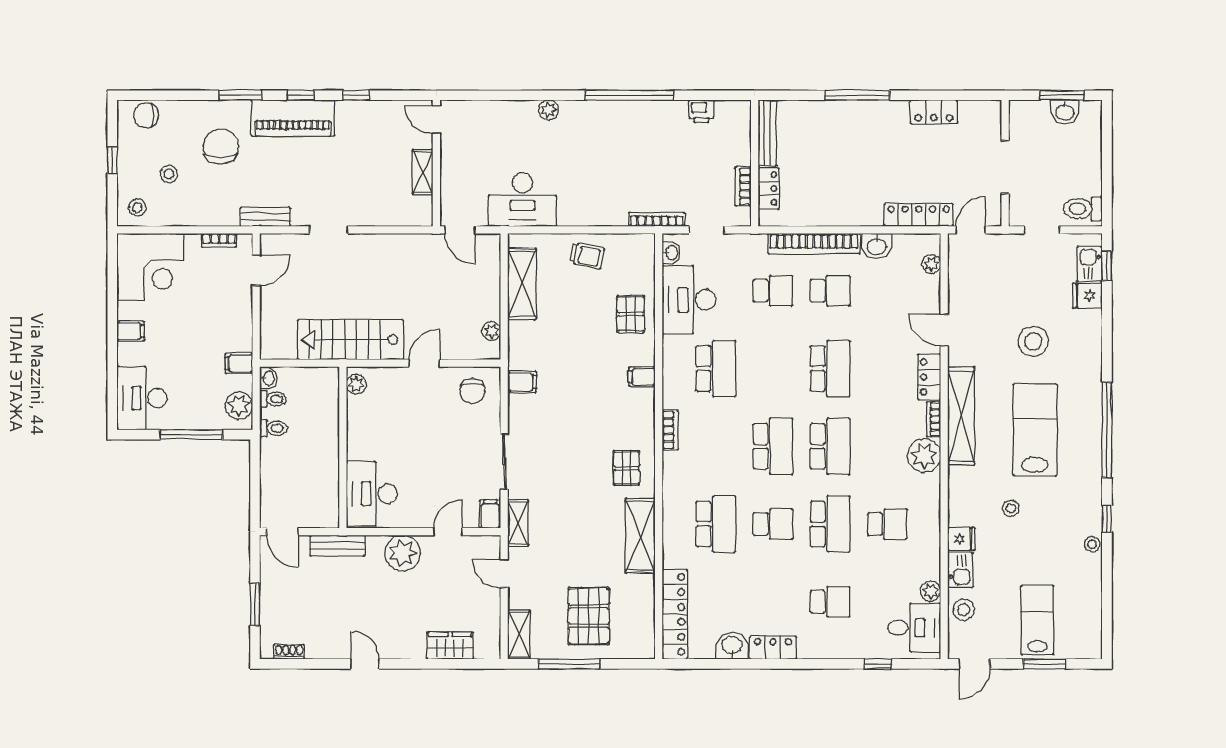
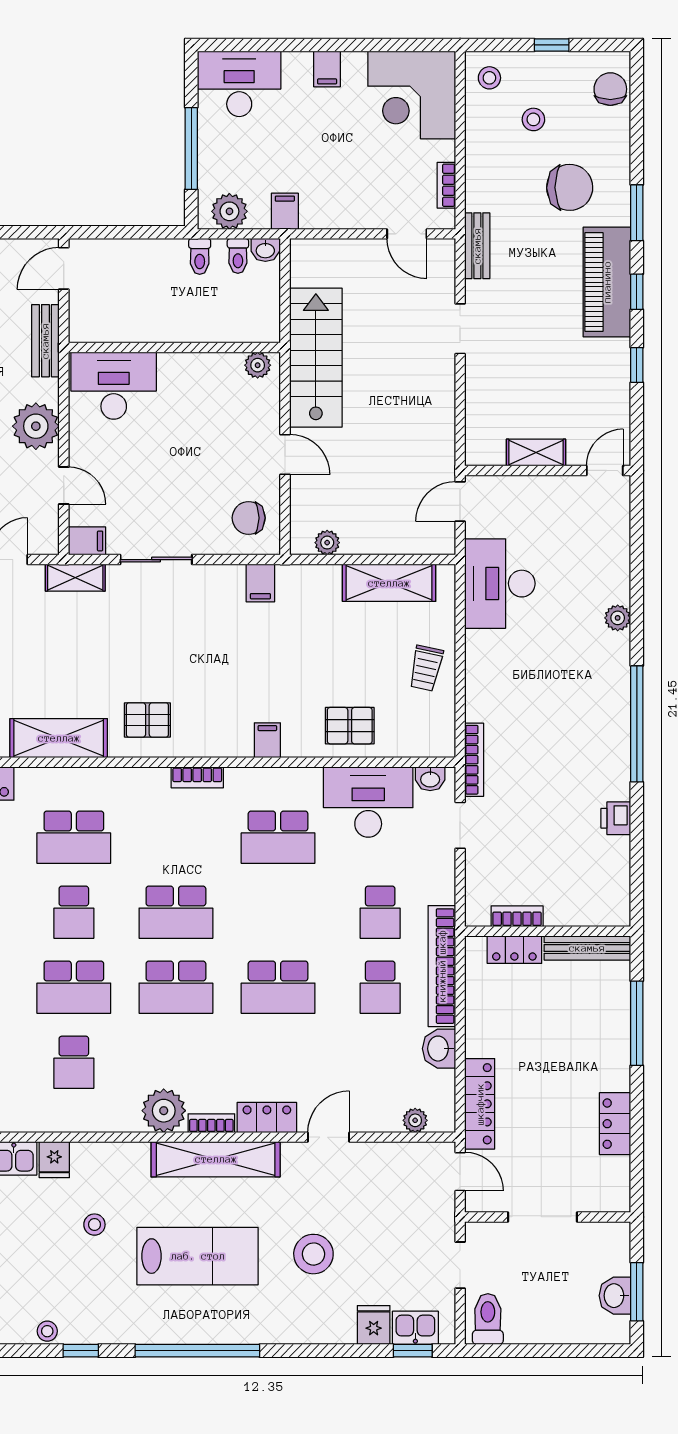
bench: (767, 133) -> (587, 948), moved
wall: (755, 163) -> (548, 931), moved
bookcase: (743, 186) -> (517, 916), moved
locker: (769, 188) -> (514, 950), moved

